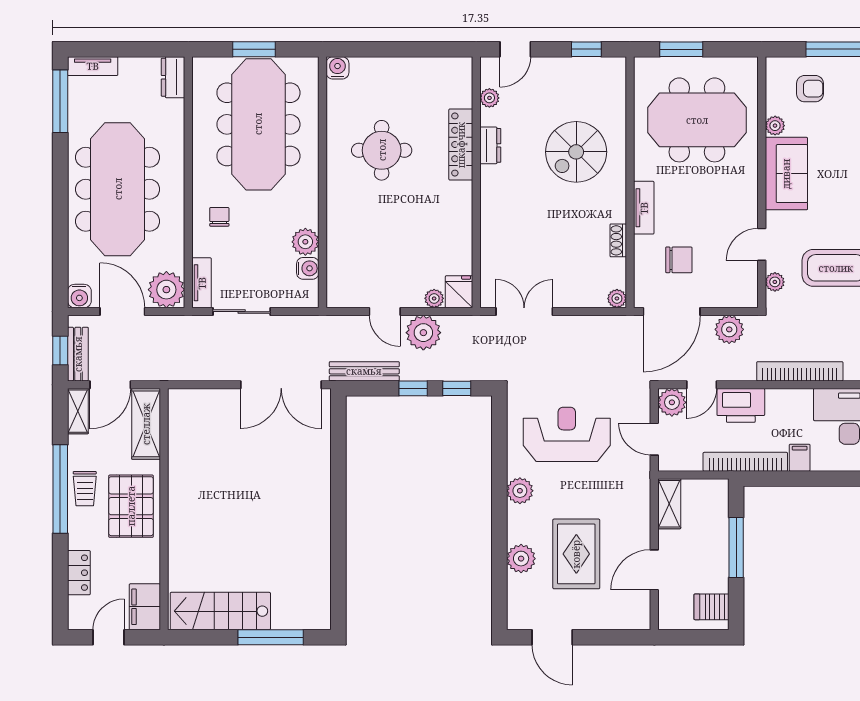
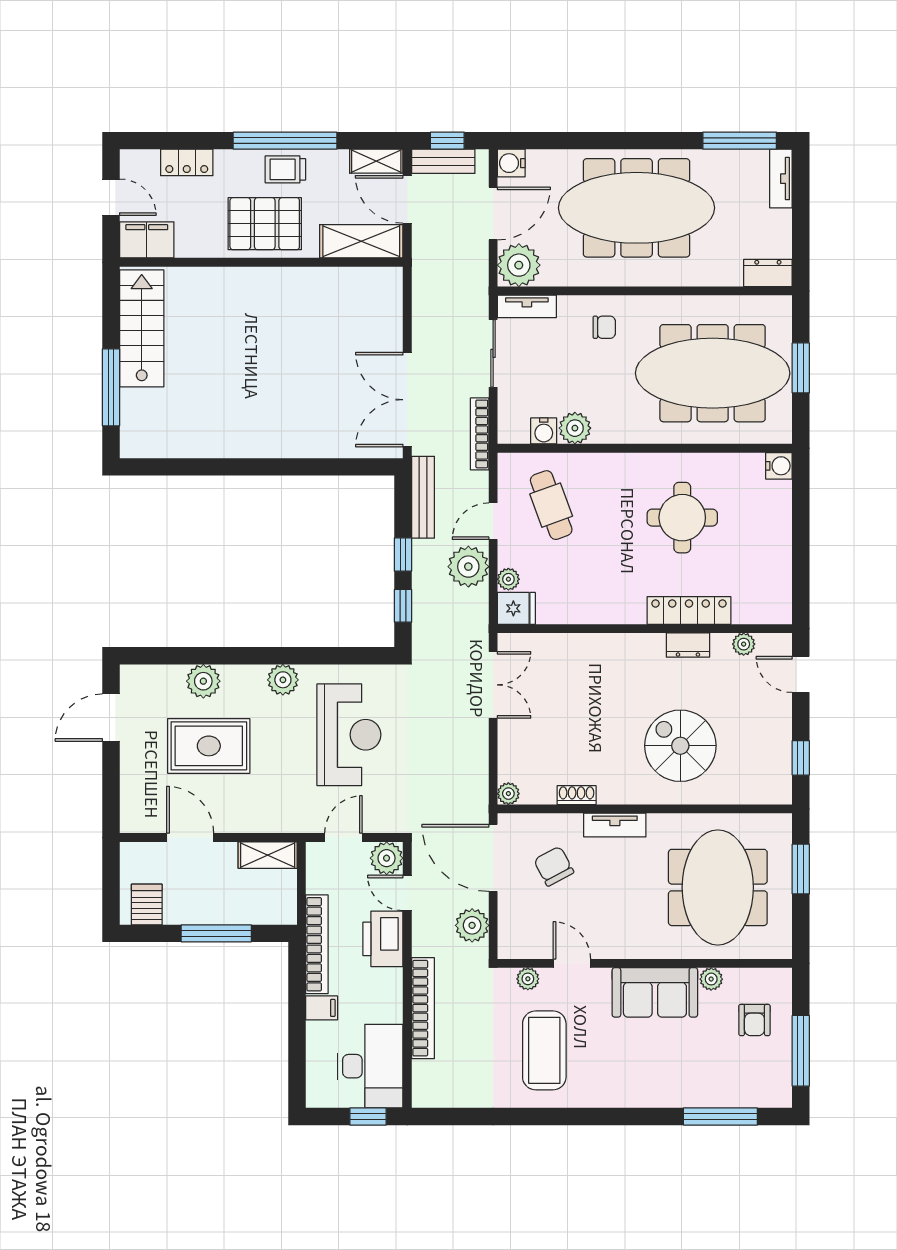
chair: (679, 260) -> (554, 866), turned 152
cafe table: (371, 262) -> (551, 505), added
bookcase: (310, 323) -> (480, 434), added

